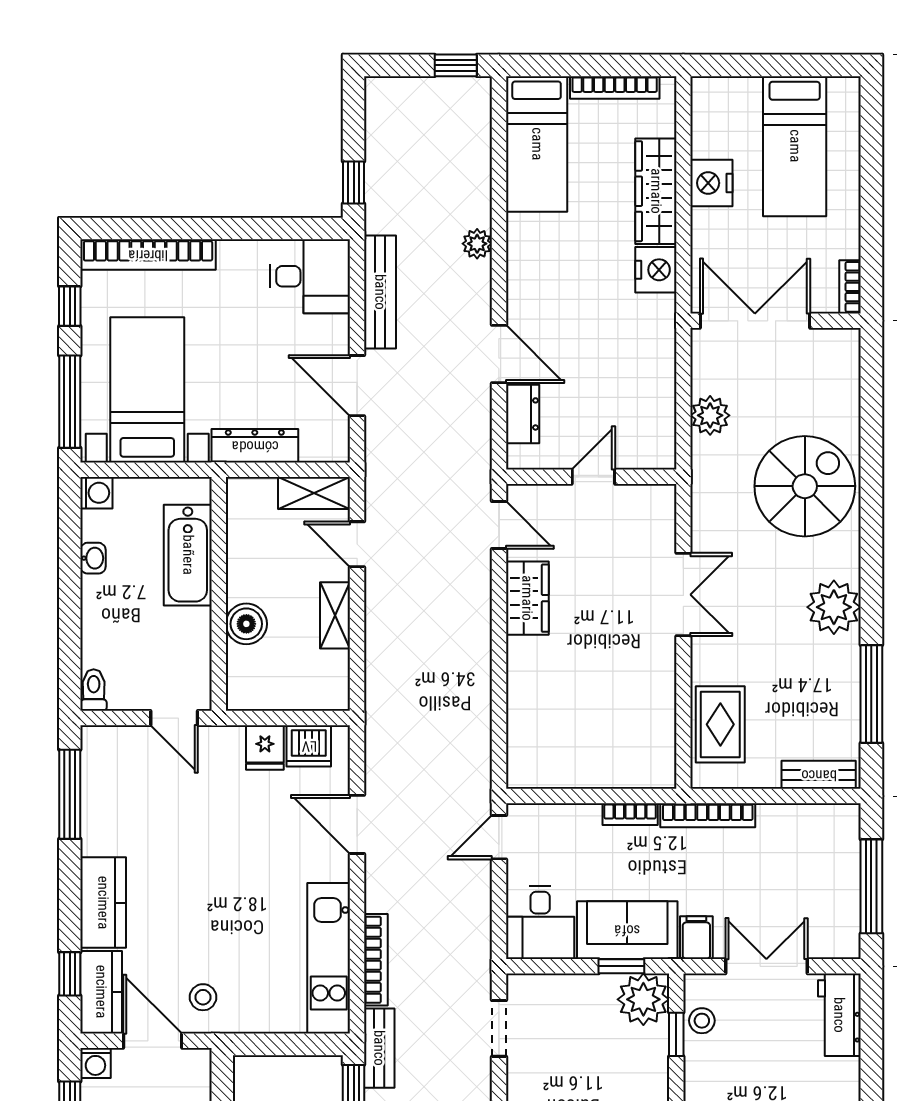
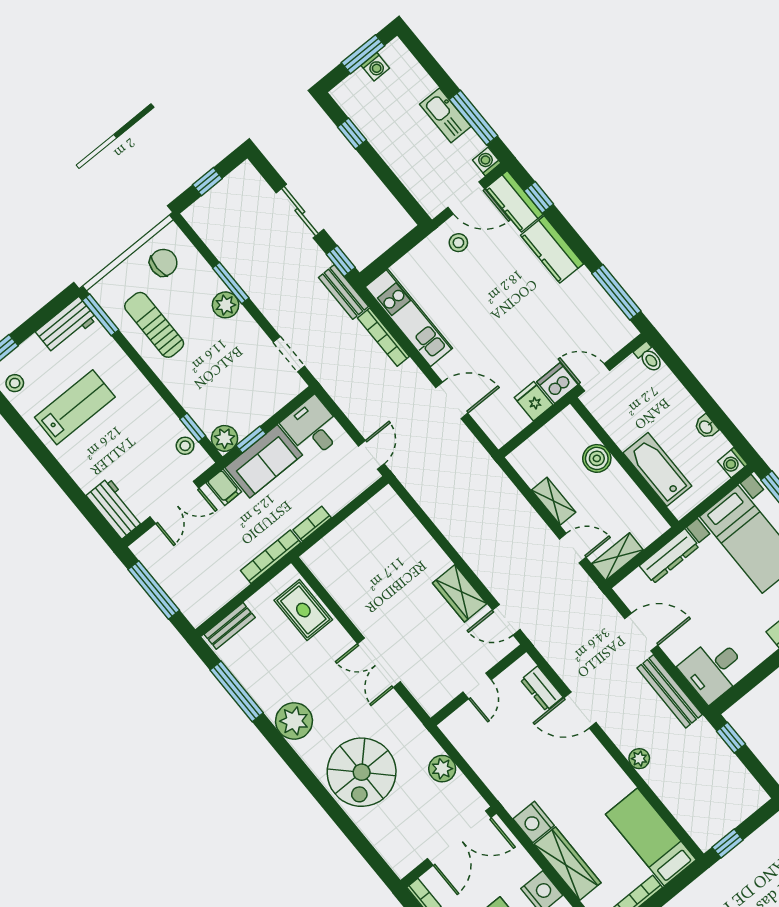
dishwasher: (309, 746) -> (557, 383), moved
plant: (643, 999) -> (225, 438), width x0.73, depth x0.73

